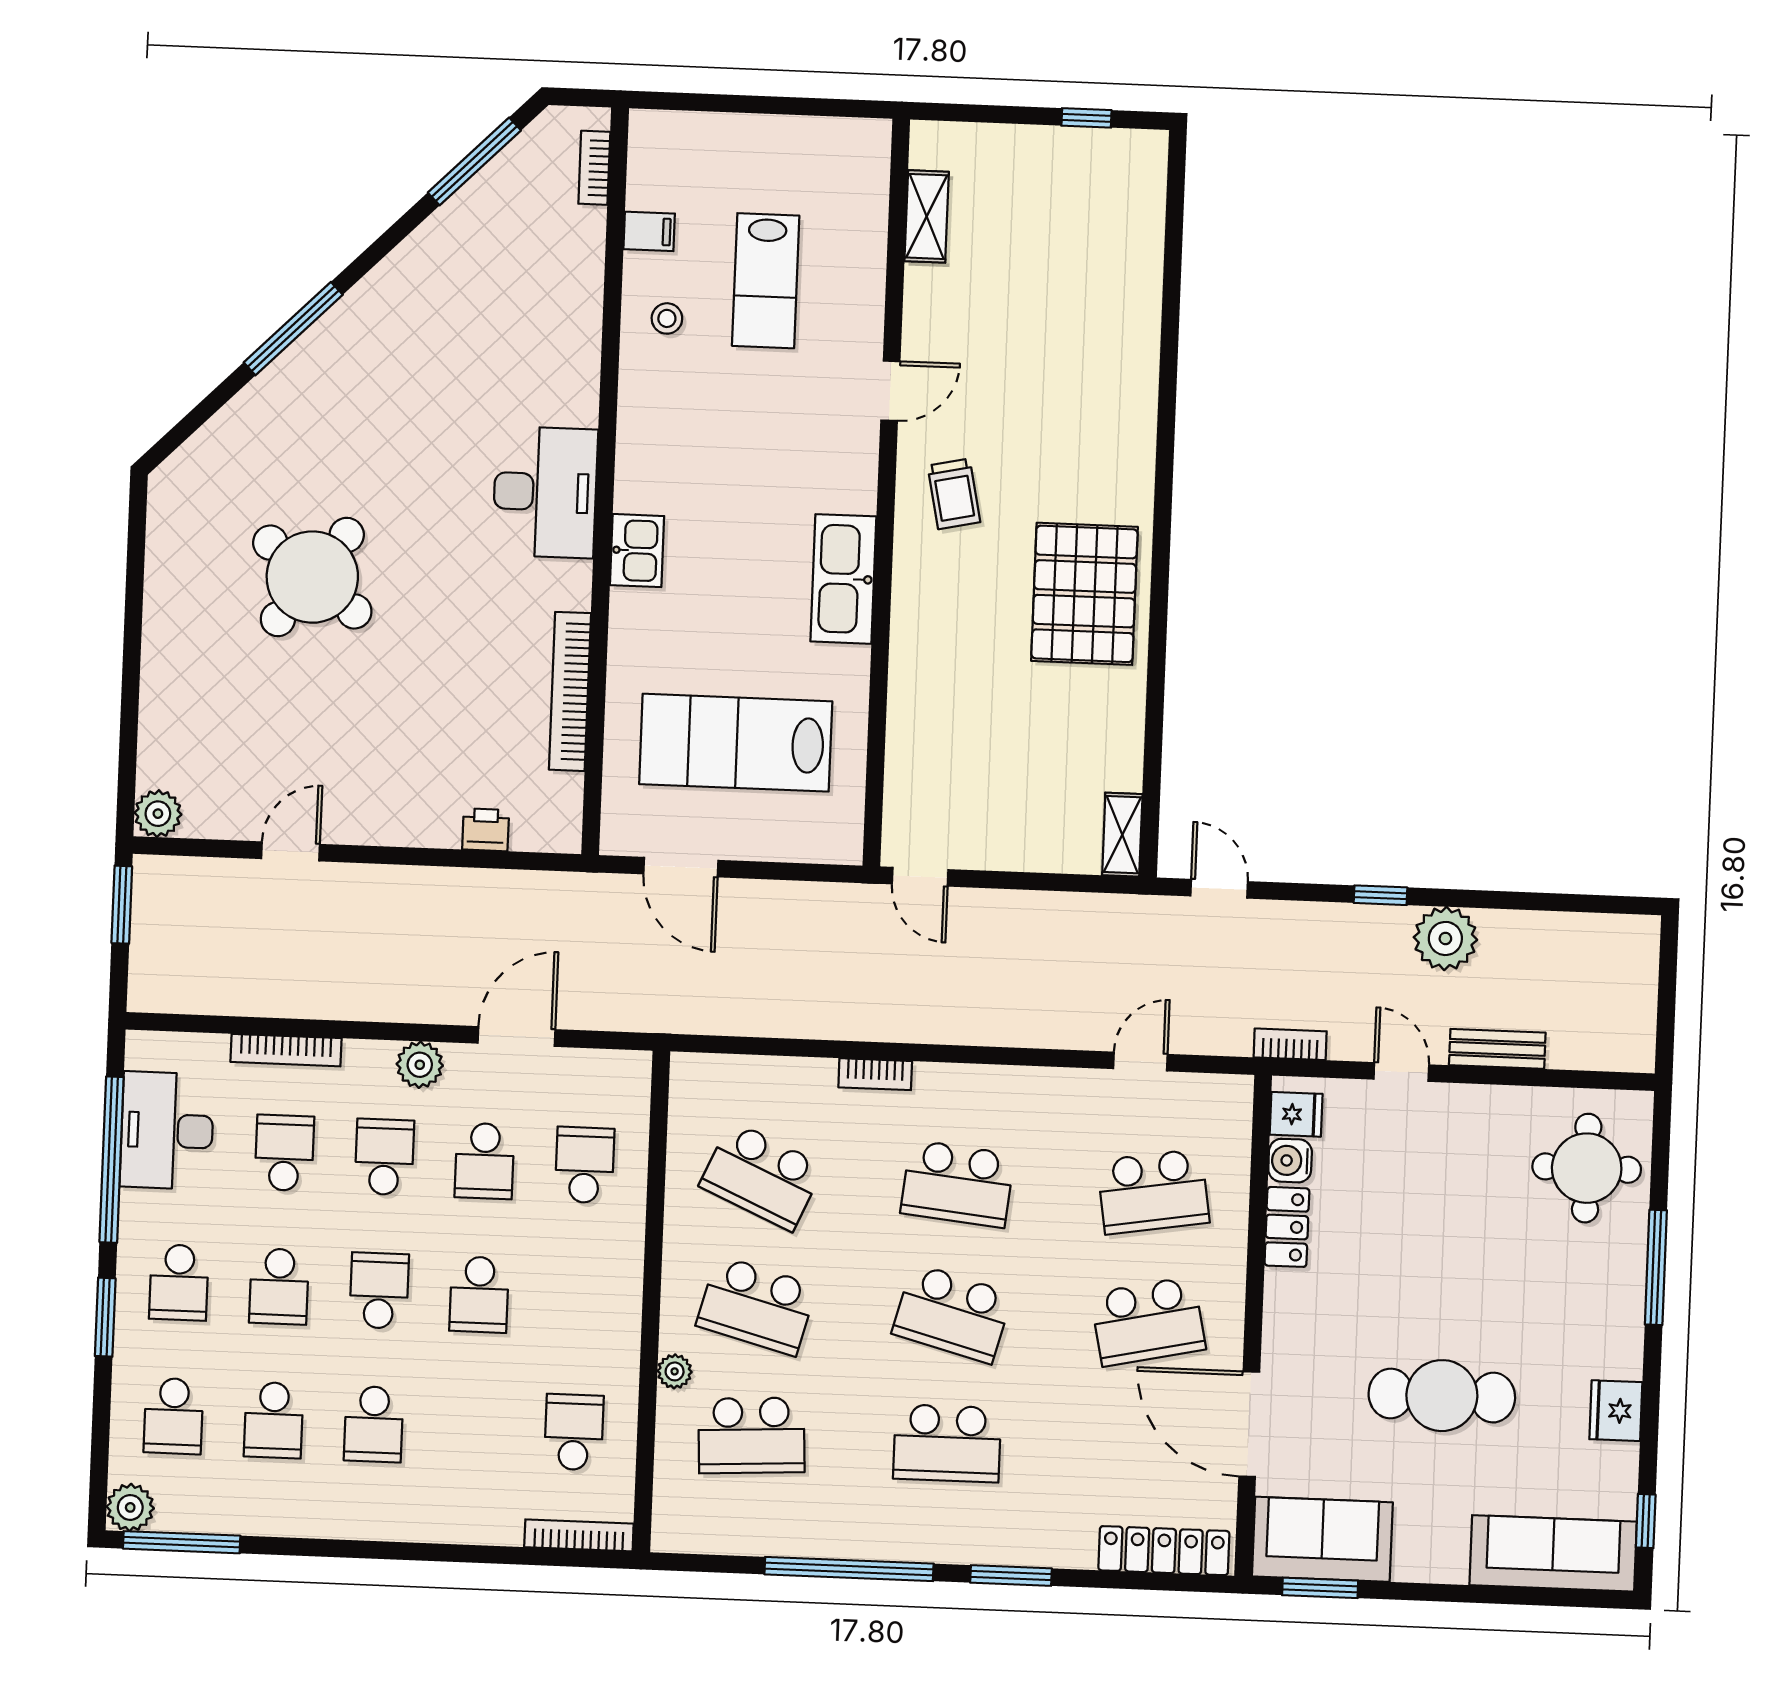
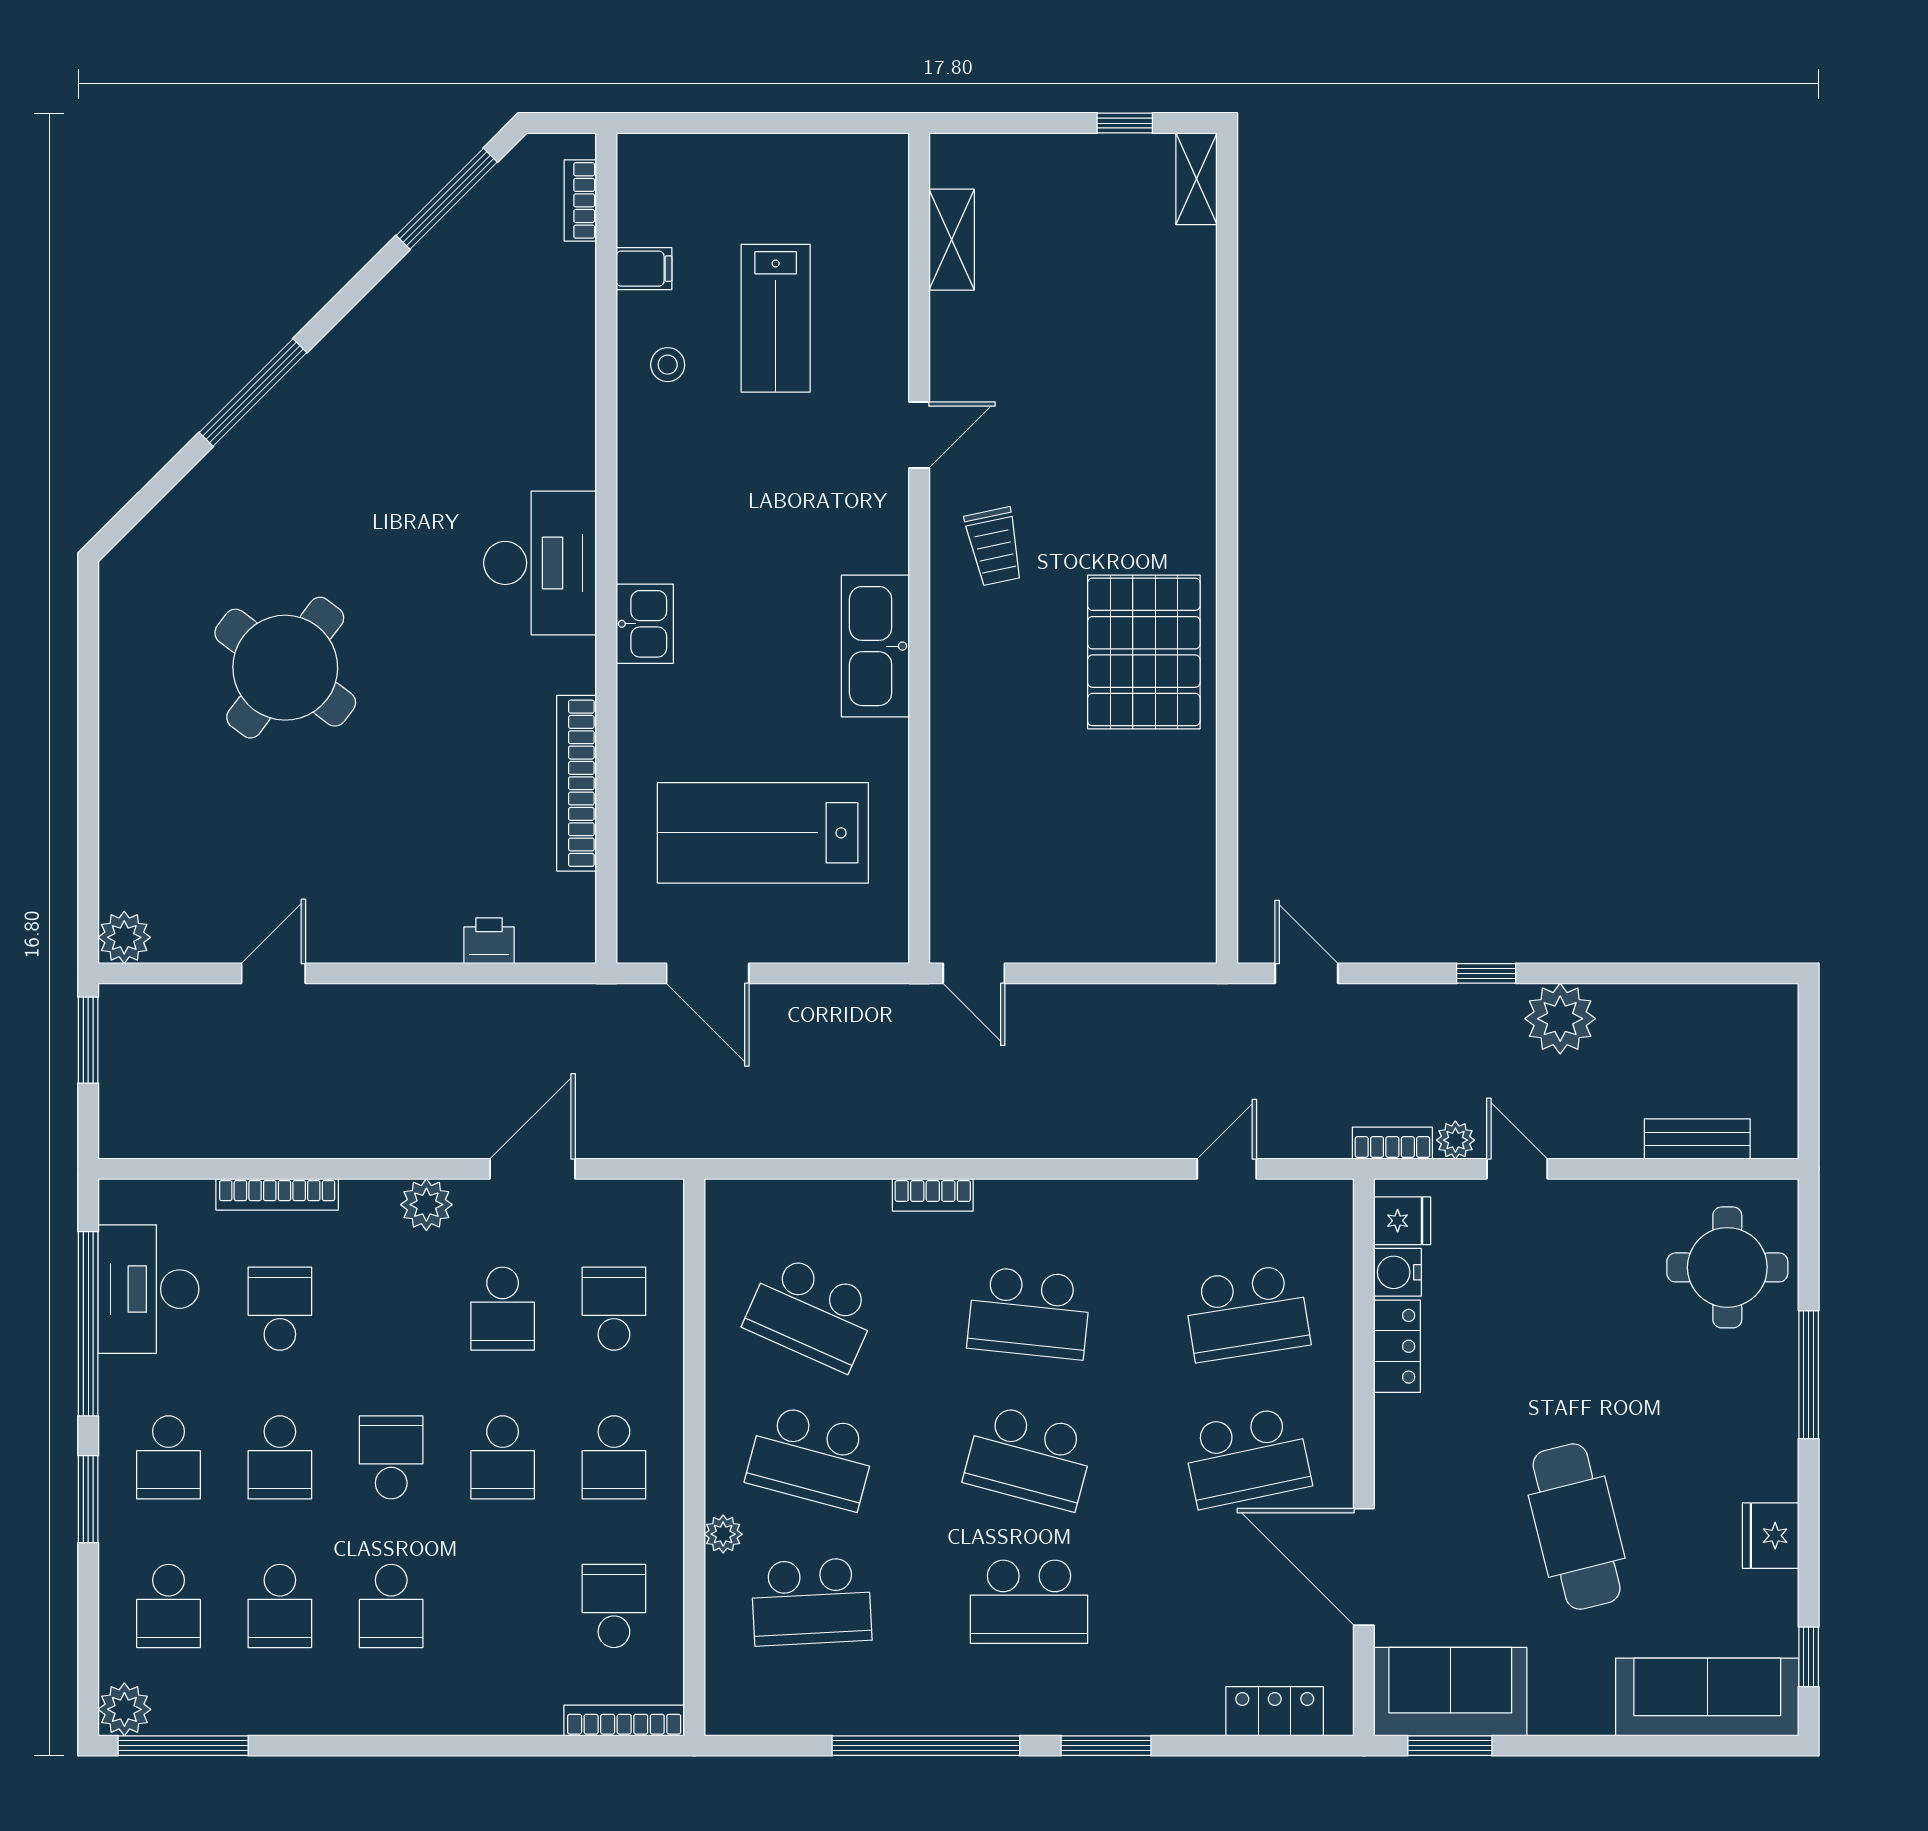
shelving: (1122, 835) -> (1197, 179), moved
plant: (1347, 1044) -> (1455, 1140), added
bench: (1497, 1049) -> (1697, 1139), moved
school desk: (384, 1157) -> (614, 1457), moved, turned 180
cafe table: (1442, 1396) -> (1577, 1527), turned 76
locker: (1164, 1551) -> (1275, 1711), width x0.66

